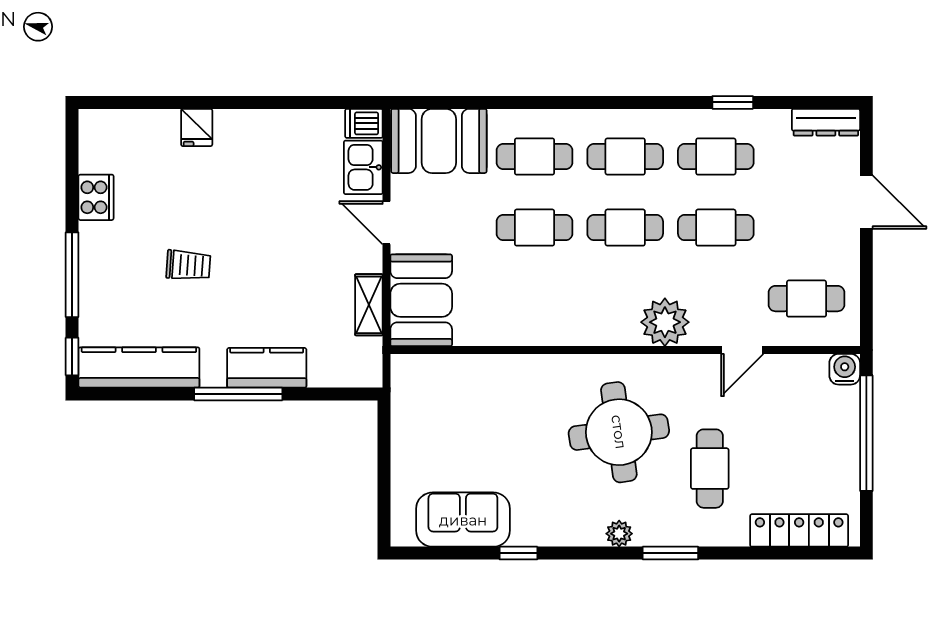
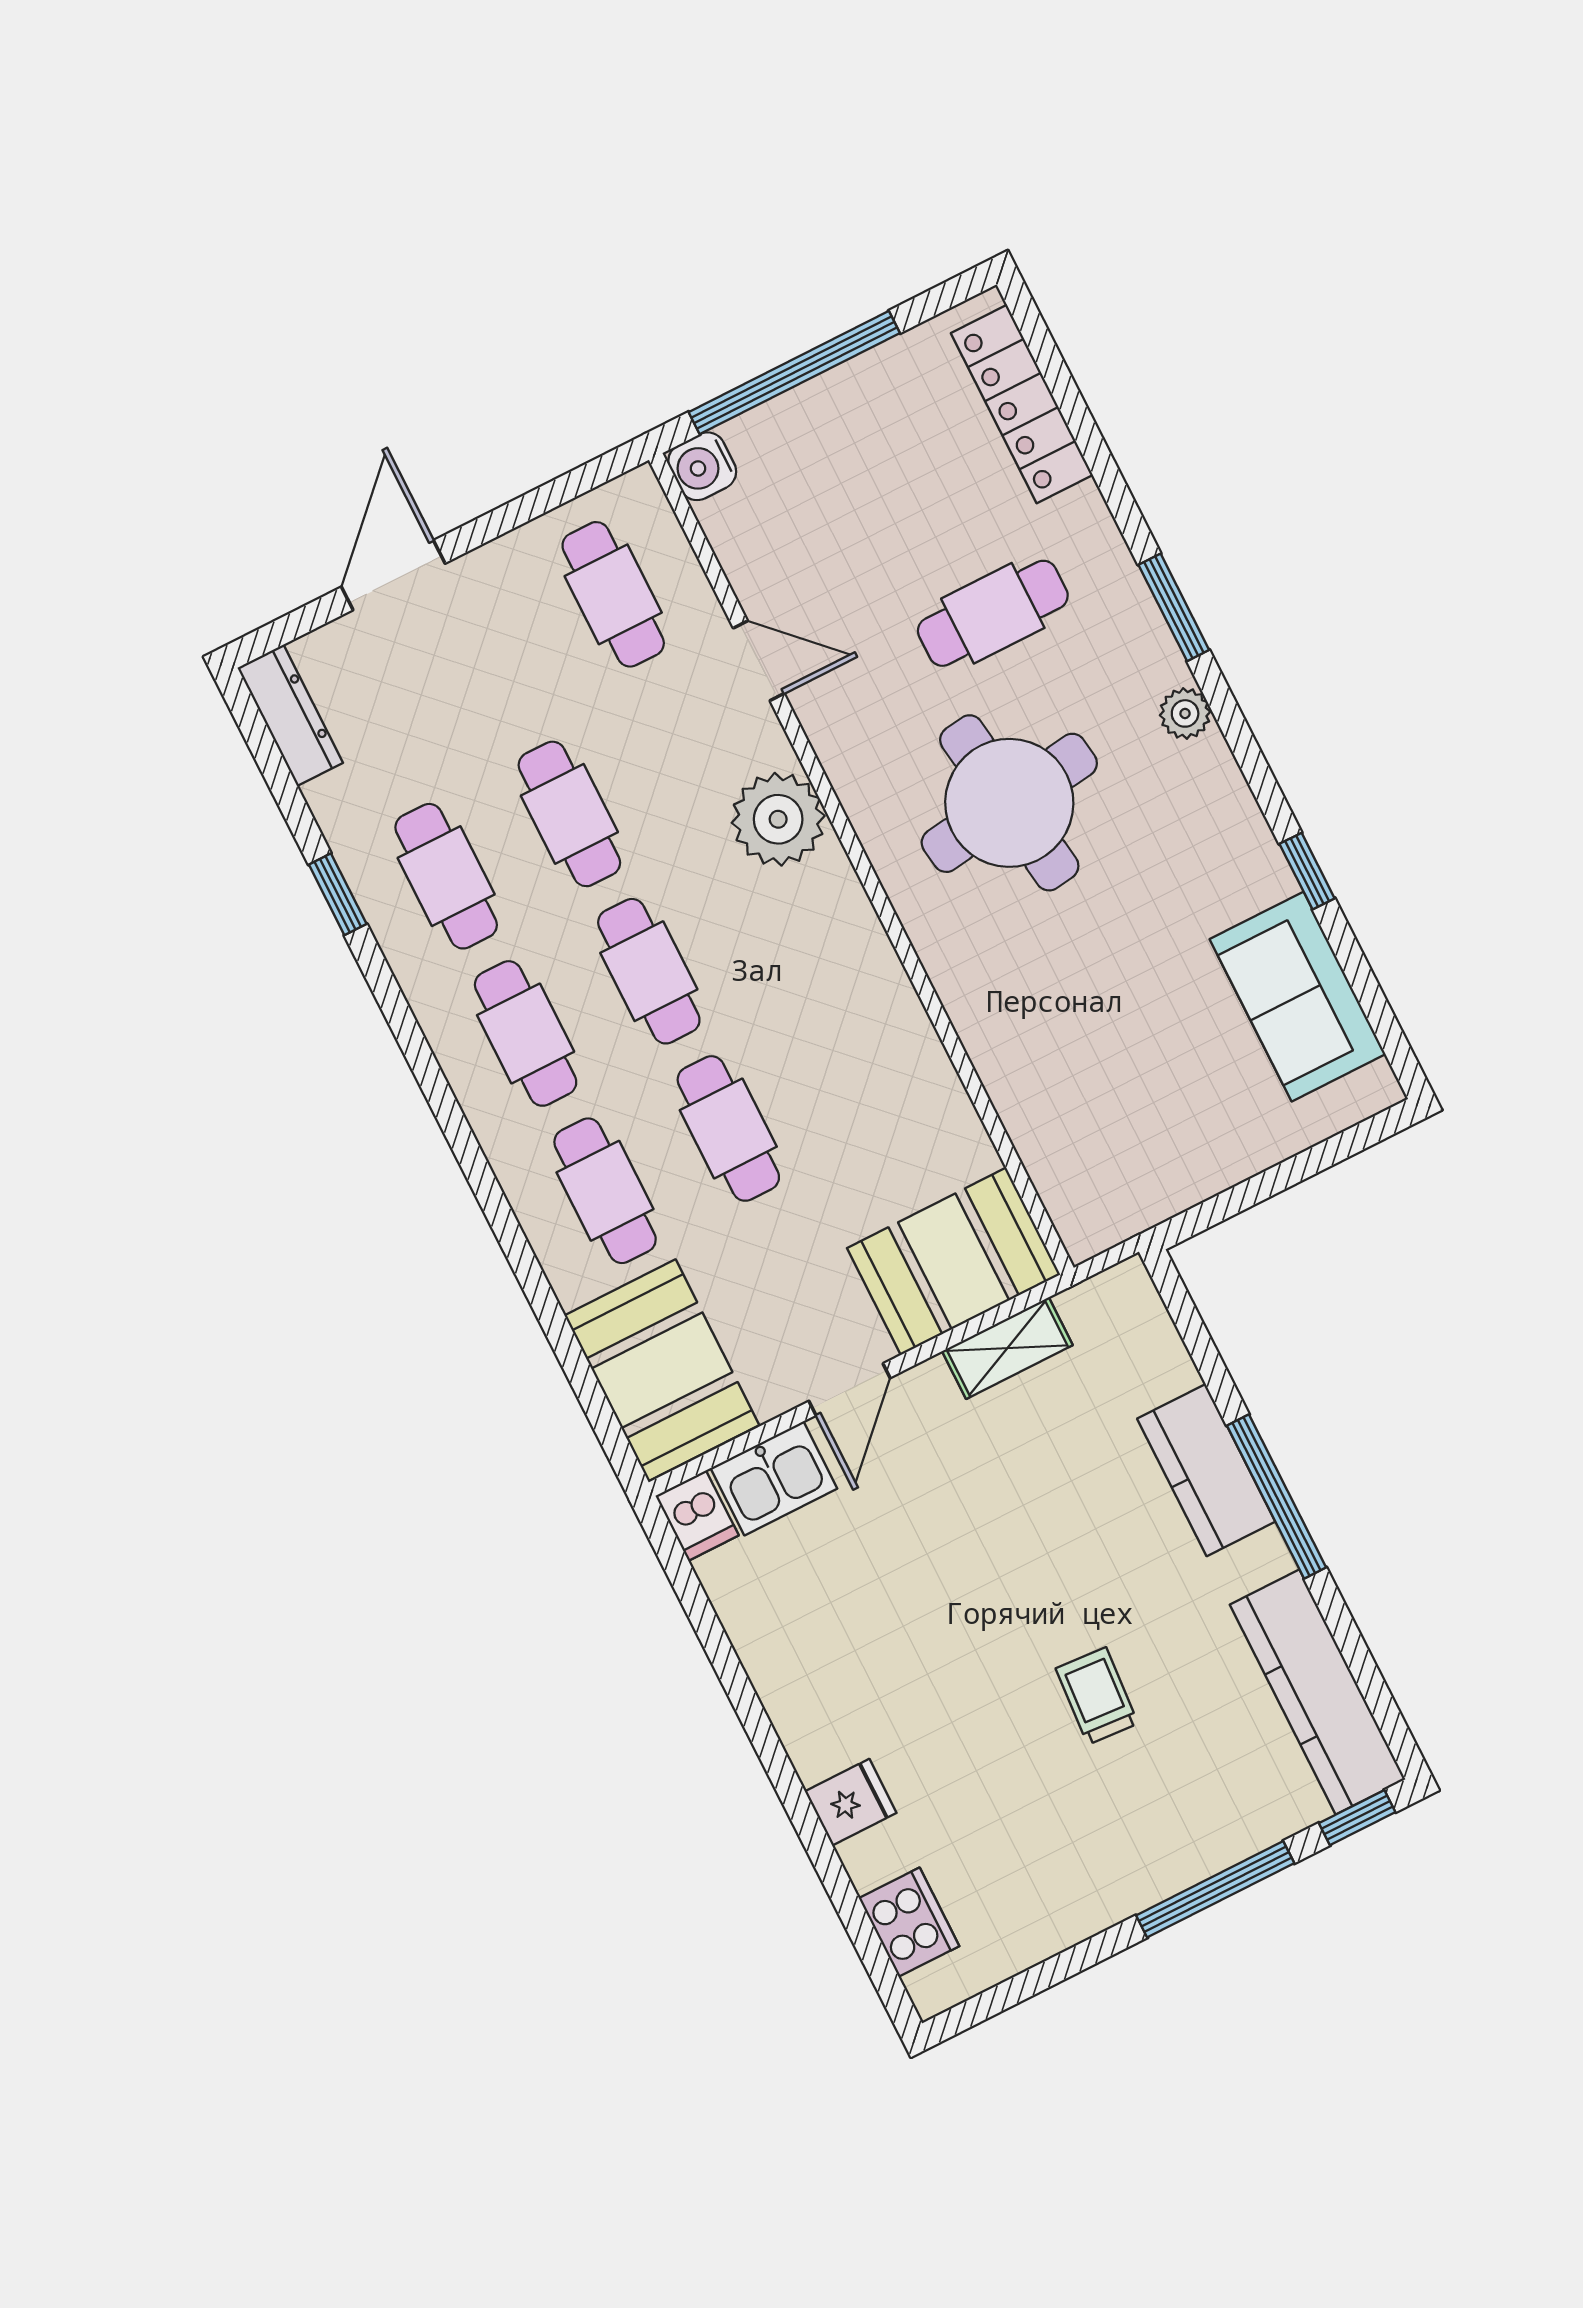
cooker: (96, 197) -> (909, 1922), moved, turned 90

